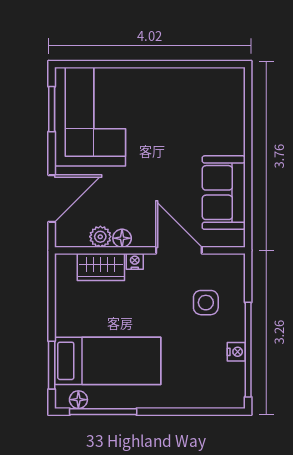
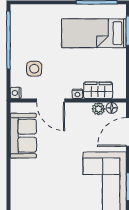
floor lamp: (122, 238) -> (112, 108), moved
nightstand: (236, 352) -> (16, 93), moved
floor lamp: (78, 400) -> (112, 10), removed

